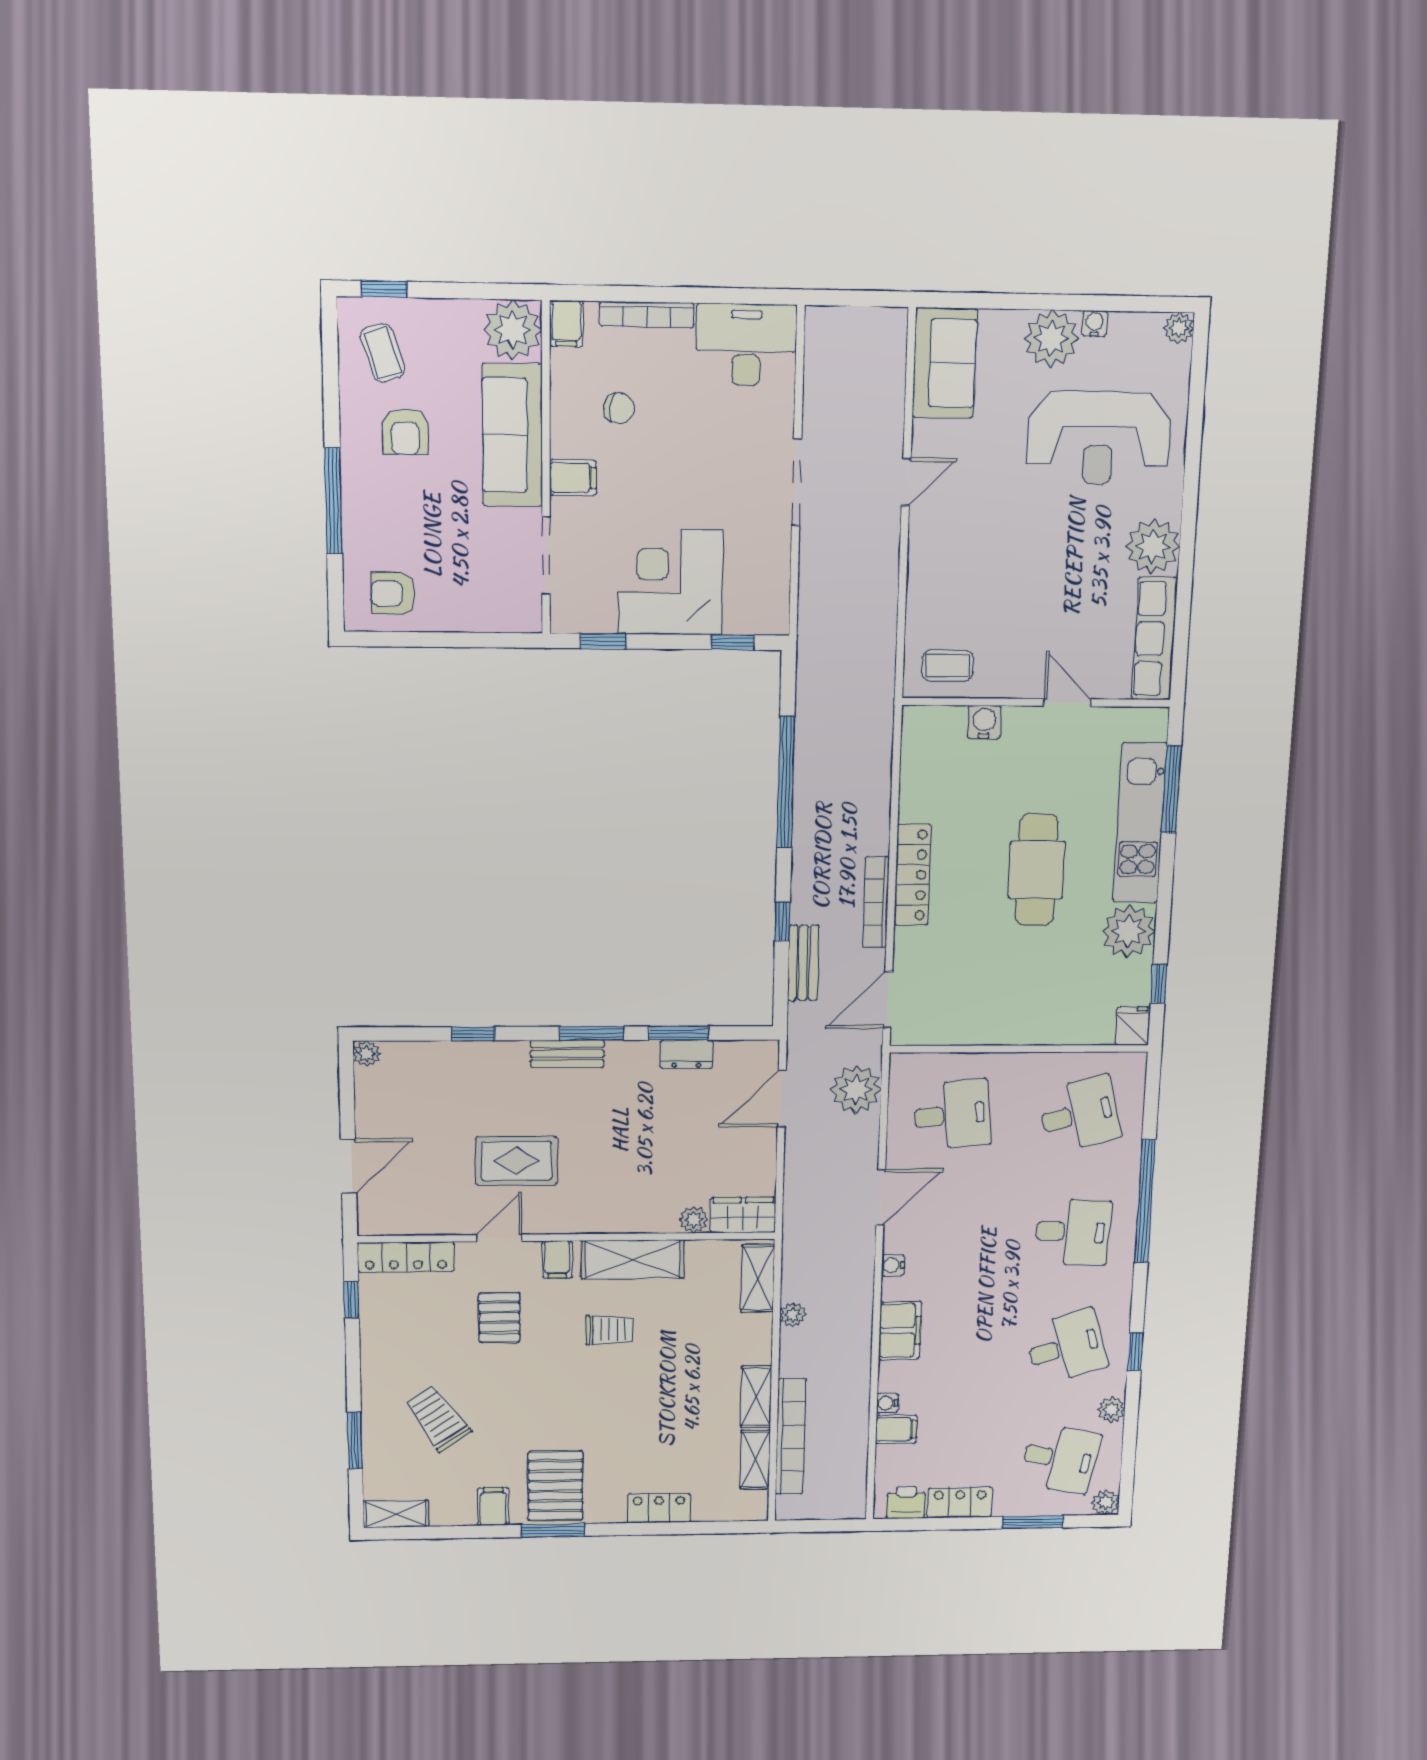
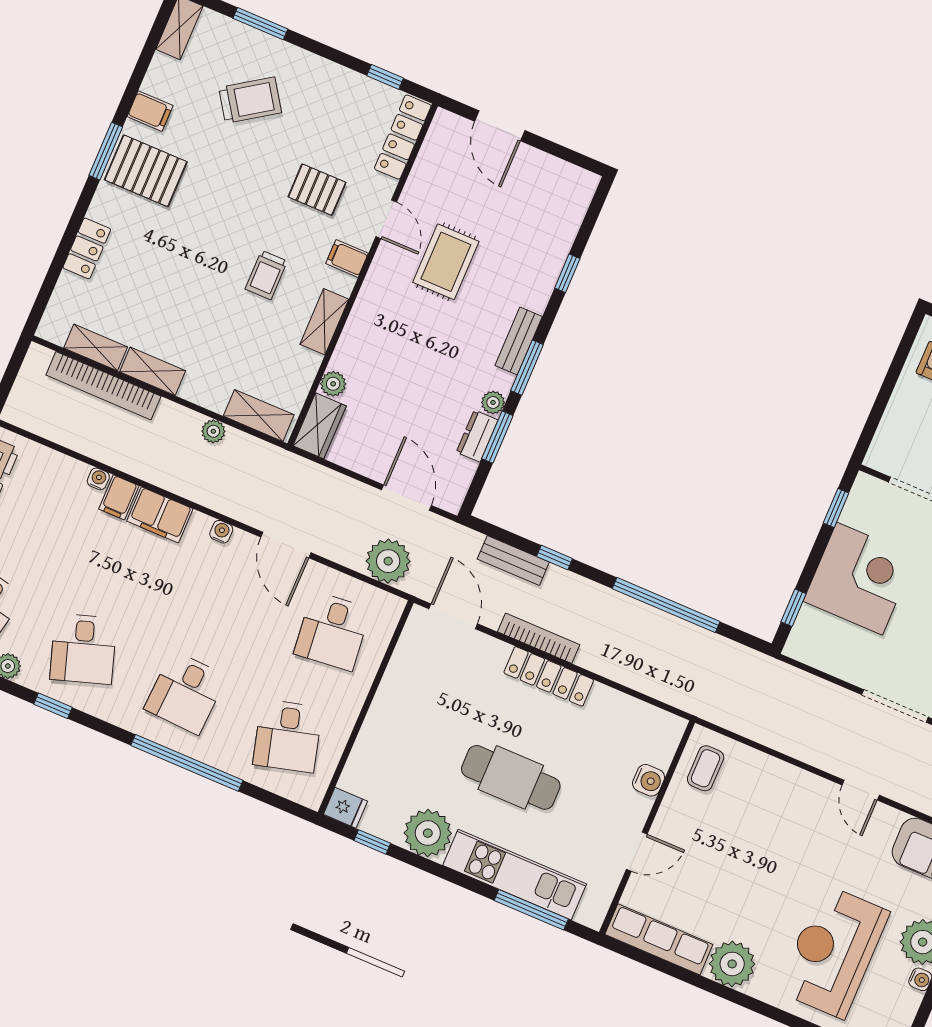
plant: (367, 1054) -> (493, 402), moved
shelving: (633, 1259) -> (324, 322), width x0.67, depth x0.75
filing cabinet: (896, 1429) -> (119, 497), moved

